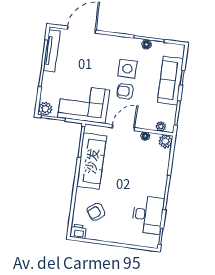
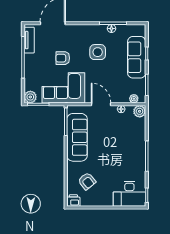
tv unit: (52, 51) -> (29, 40), width x0.71
armchair: (125, 91) -> (63, 58), moved
door: (123, 128) -> (101, 104), hinge flipped
armchair: (96, 212) -> (87, 181), turned -94
desk: (148, 215) -> (129, 194), moved, turned 90

